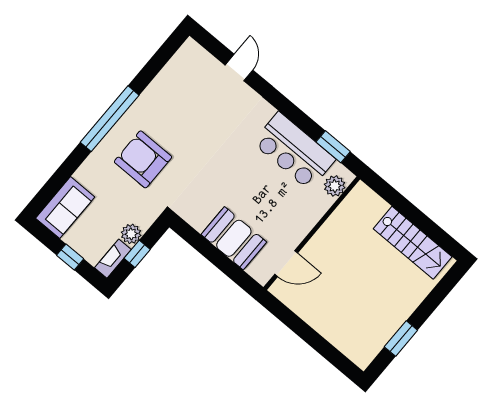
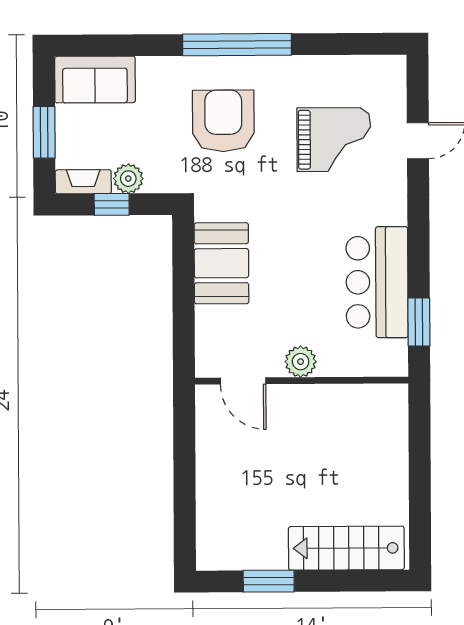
grand piano: (201, 111) -> (334, 140), added
plant: (335, 186) -> (301, 362), moved
booth: (234, 238) -> (221, 263), moved
stairs: (413, 243) -> (346, 548), moved, turned 90
window: (70, 257) -> (44, 132), width x1.50

